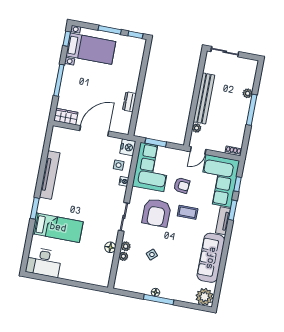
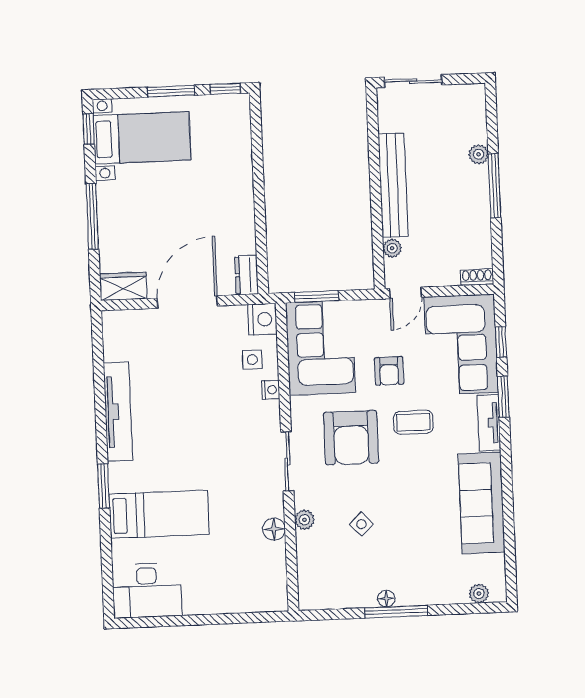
dresser: (129, 102) -> (247, 275), moved
armchair: (182, 185) -> (389, 371), turned 85
plant: (123, 256) -> (305, 541), removed
plant: (204, 297) -> (479, 594), width x0.53, depth x0.53

